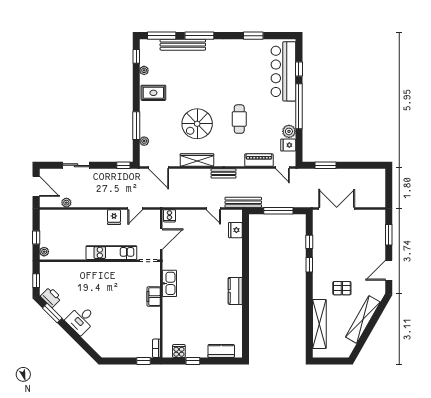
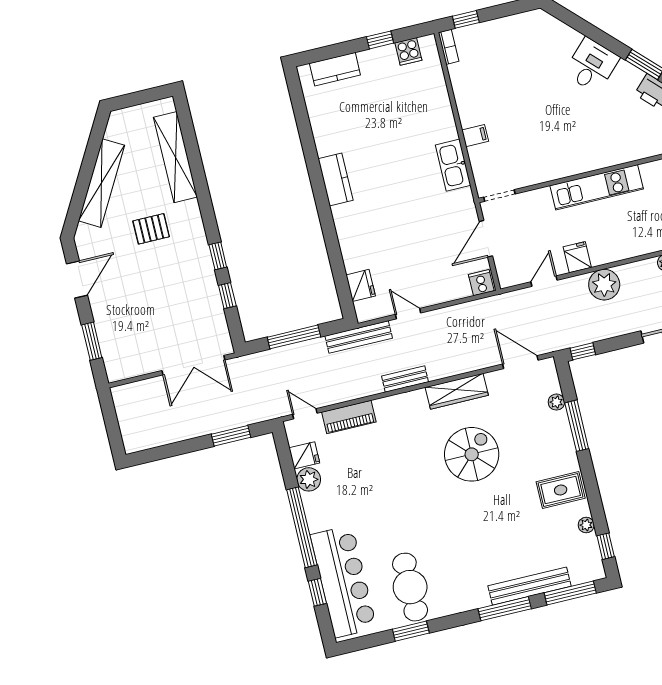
cafe table: (239, 119) -> (410, 587), moved, width x1.37, depth x1.35
plant: (103, 199) -> (604, 285), added
kitchen unit: (111, 253) -> (597, 187), moved
filing cabinet: (154, 297) -> (475, 136), width x0.50

